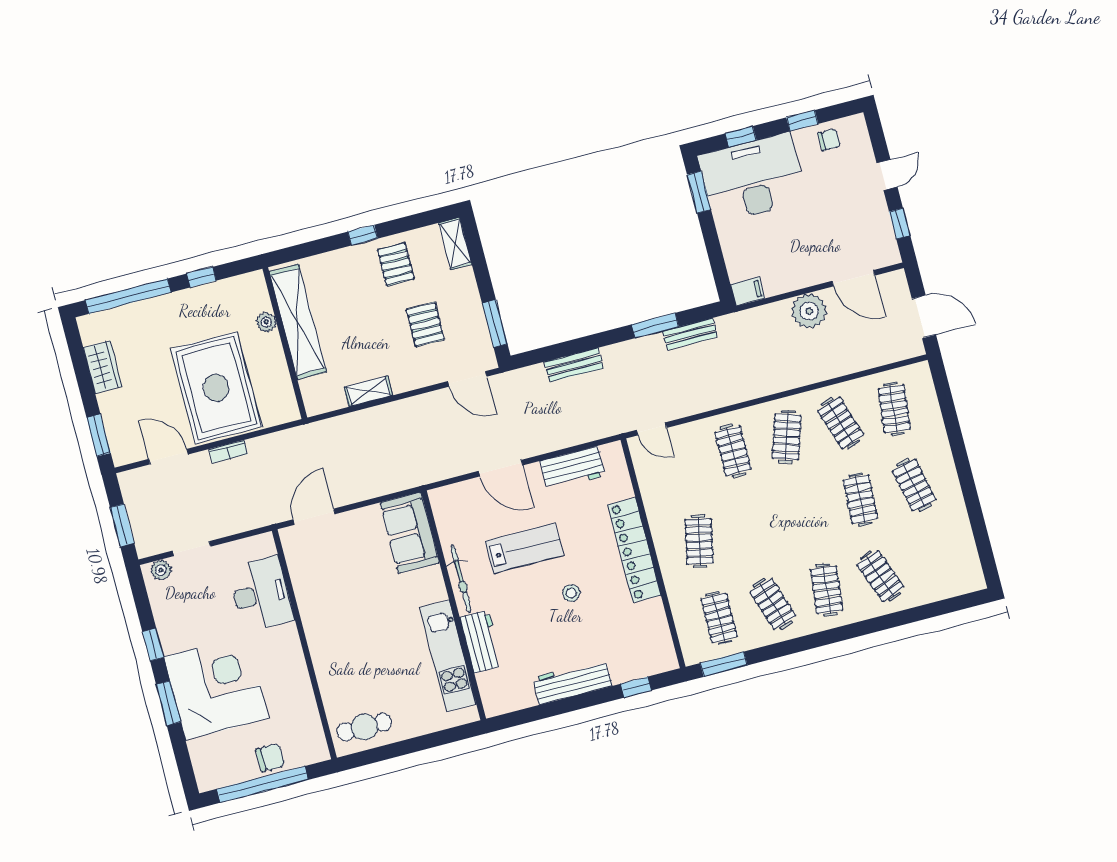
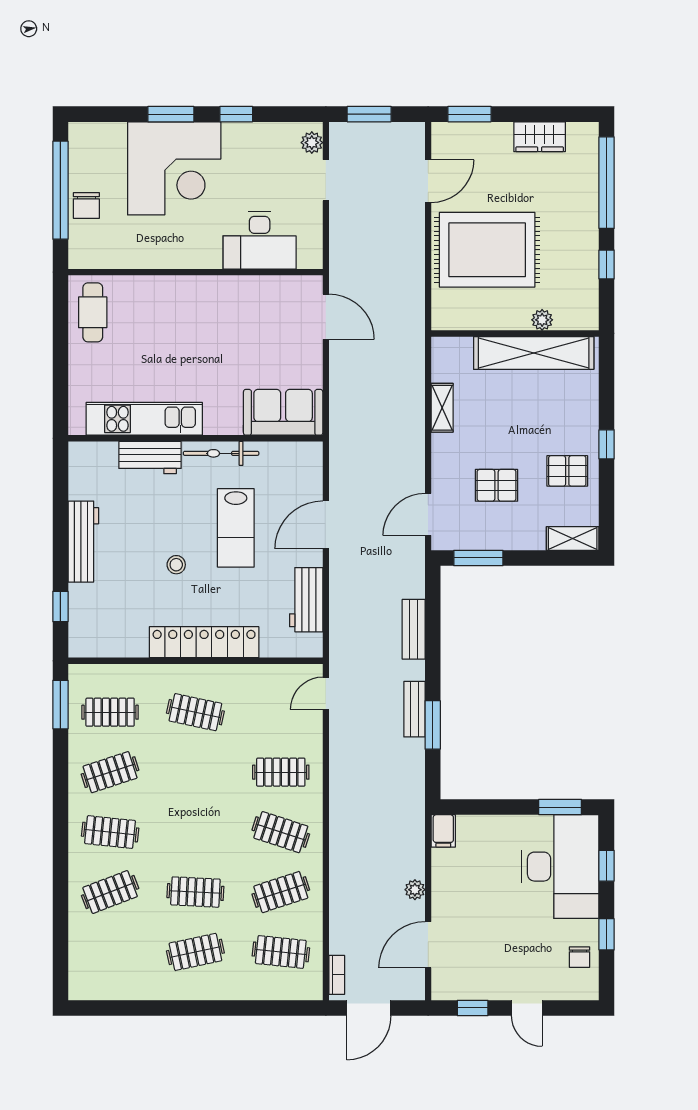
plant: (809, 311) -> (415, 890), width x0.53, depth x0.53
bench: (690, 334) -> (414, 709), moved
bookcase: (228, 452) -> (337, 975), moved, turned 180

